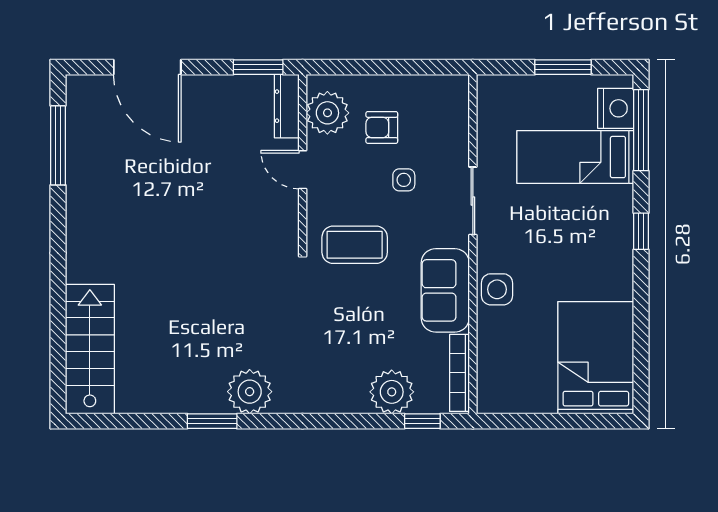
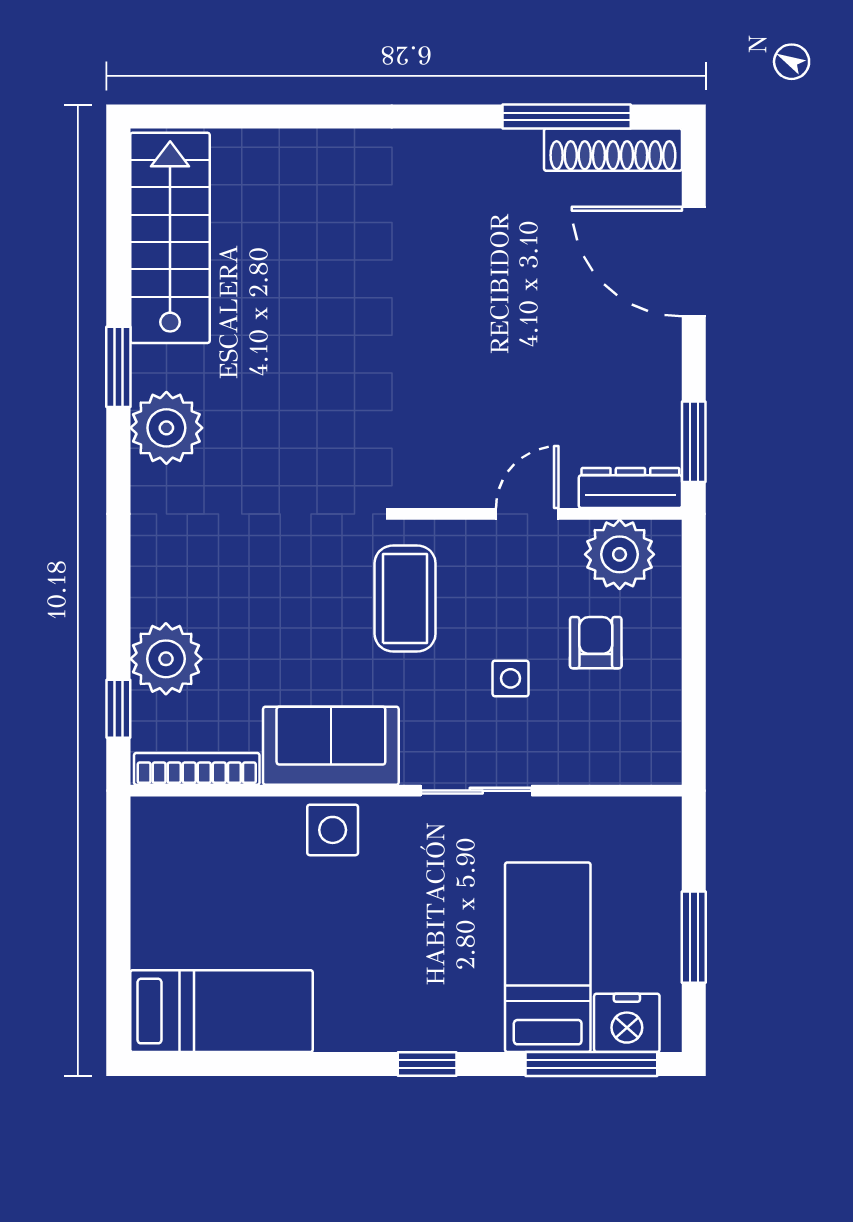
door: (147, 67) -> (694, 262), hinge flipped
shoe rack: (79, 117) -> (613, 150), added
stairs: (90, 349) -> (170, 238), moved, turned -90
bed: (596, 358) -> (222, 1011), width x0.67

